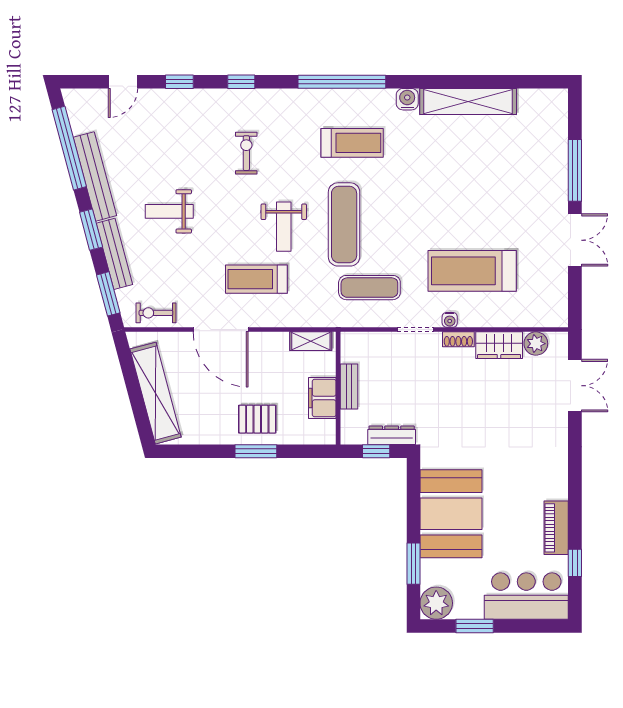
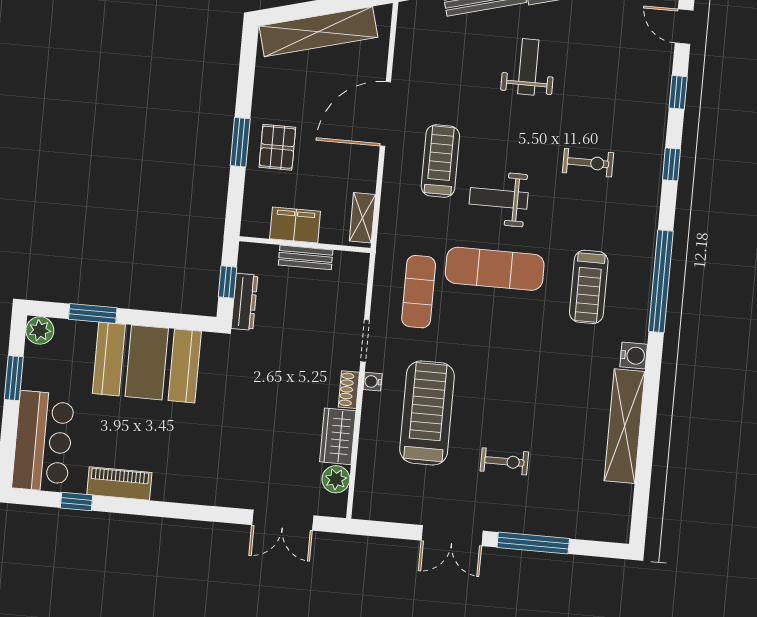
exercise bike: (156, 313) -> (504, 461), moved, turned 90
plant: (436, 603) -> (40, 330), width x0.73, depth x0.73

